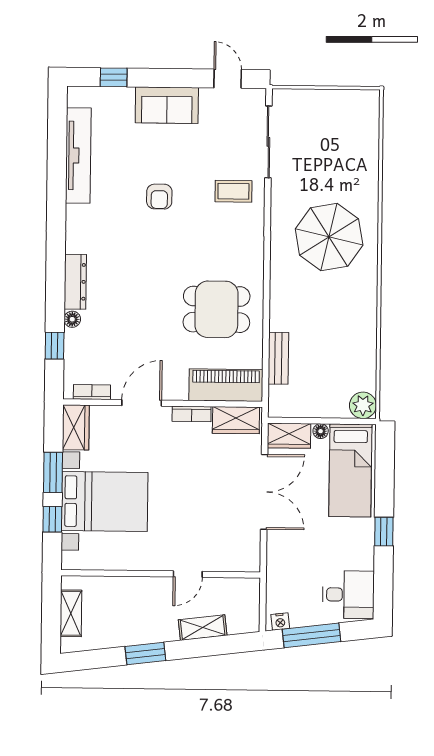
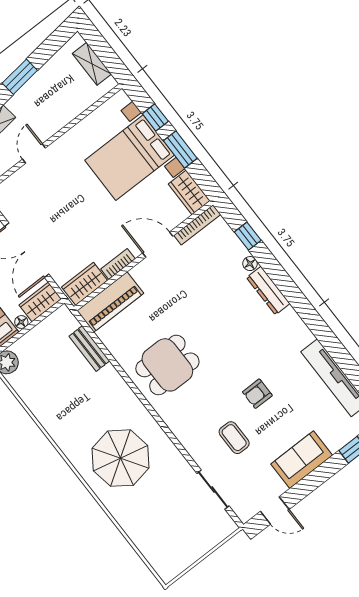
sliding door: (268, 142) -> (213, 490), width x0.73
coffee table: (233, 191) -> (234, 438), moved, turned 90
armchair: (159, 197) -> (257, 394), turned -90
dining table: (217, 309) -> (167, 365), moved
bookcase: (92, 392) -> (197, 225), width x1.56
door: (142, 403) -> (158, 245), swing flipped

